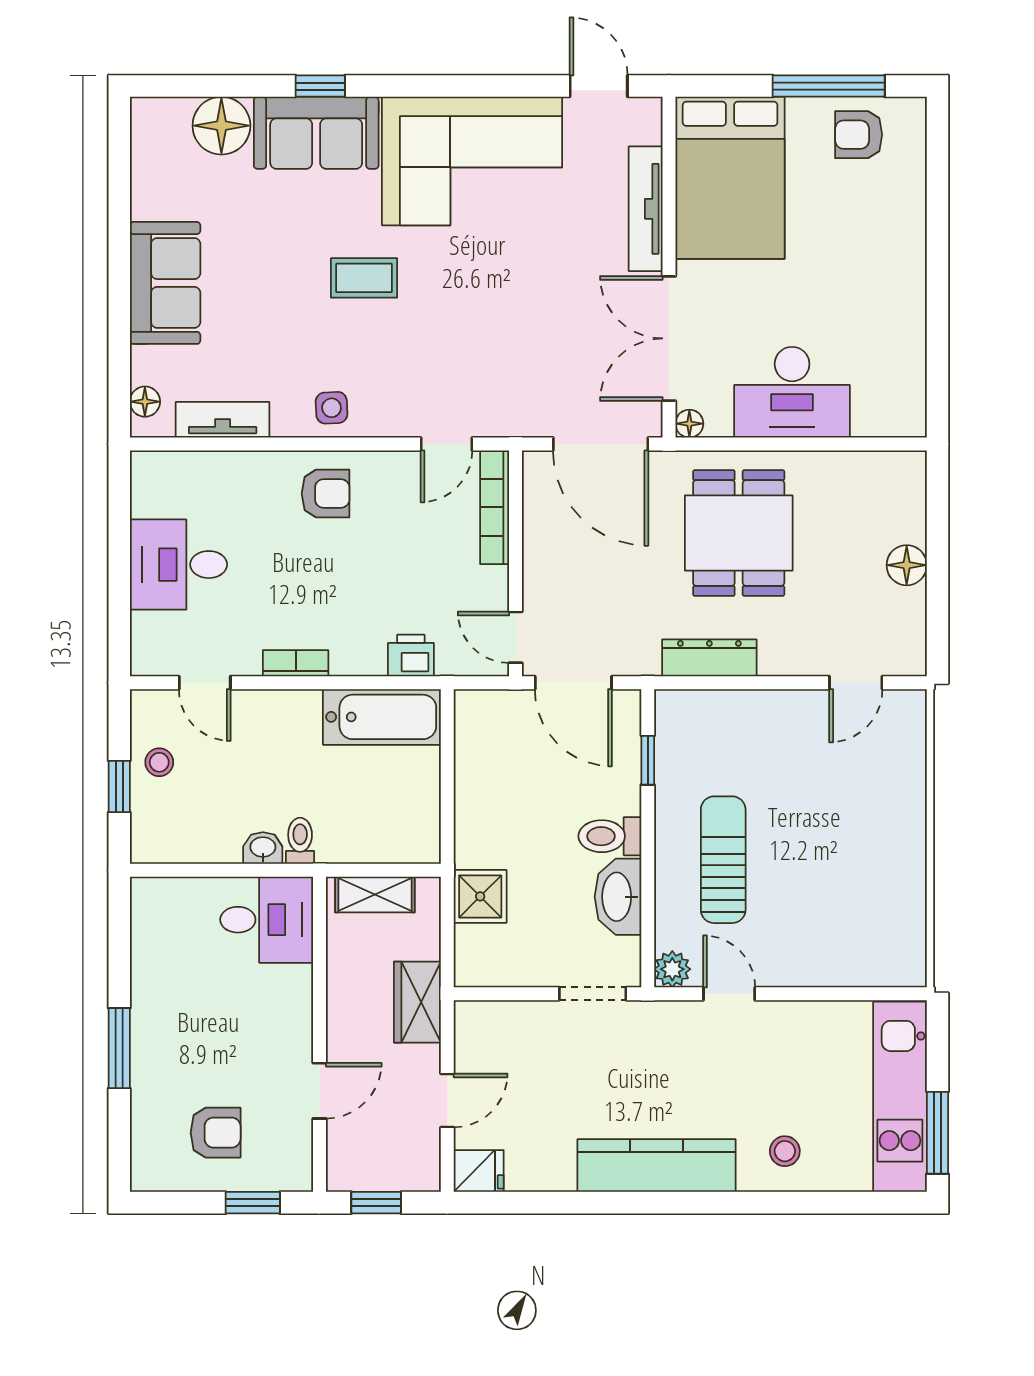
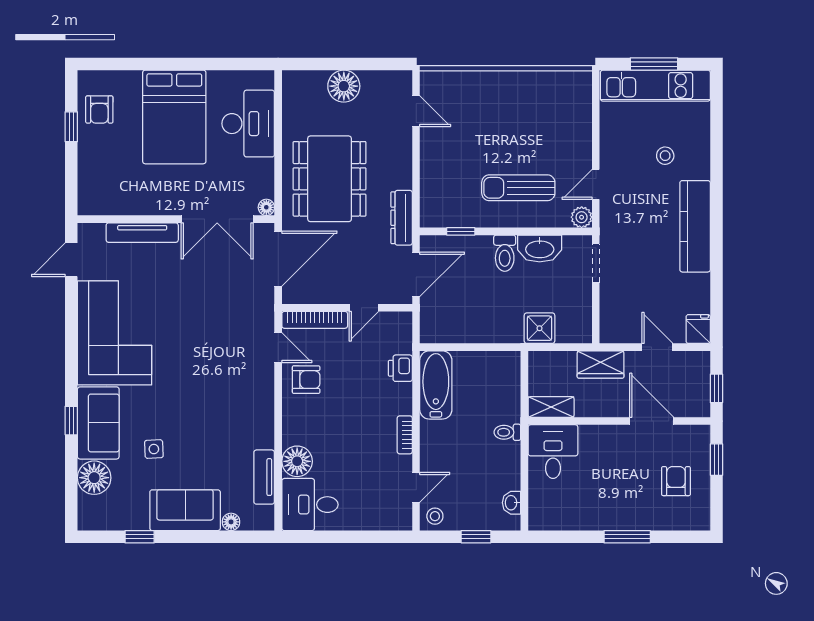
window: (829, 86) -> (71, 127), width x0.46
bed: (730, 178) -> (174, 117), moved, turned 90
window: (119, 204) -> (140, 537), added
coffee table: (364, 278) -> (182, 395), removed
desk: (792, 392) -> (248, 124), moved
floor lamp: (145, 402) -> (231, 522), moved
side table: (332, 408) -> (154, 449), moved
floor lamp: (250, 477) -> (297, 461), added
armchair: (326, 494) -> (306, 380), moved, turned 90
dining table: (739, 533) -> (330, 179), width x1.37
desk: (178, 565) -> (310, 505), moved, turned 90
floor lamp: (907, 565) -> (344, 86), width x1.38, depth x1.38
door: (516, 637) -> (364, 308), moved
dresser: (709, 658) -> (402, 218), moved
stool: (159, 762) -> (435, 516), moved
washbasin: (263, 848) -> (512, 503), moved
shelving: (375, 895) -> (551, 407), moved, turned 90
door: (319, 1091) -> (652, 421), width x1.38
window: (937, 1133) -> (654, 64), moved
stool: (785, 1151) -> (665, 156), moved

